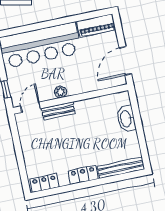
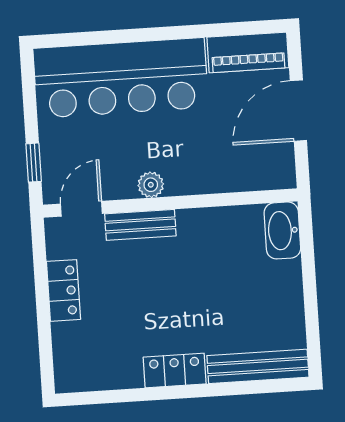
door: (125, 61) -> (298, 111), moved
washbasin: (126, 119) -> (282, 230), moved
locker: (45, 183) -> (64, 290), moved, turned 90

